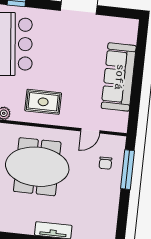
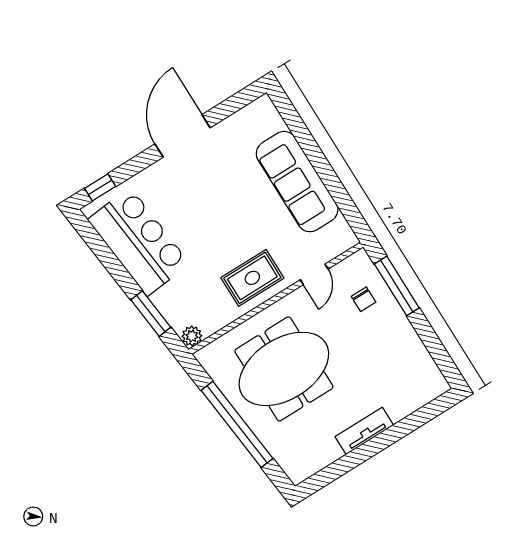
rug: (43, 102) -> (252, 278), moved

